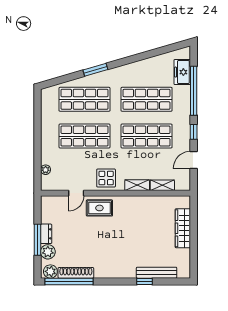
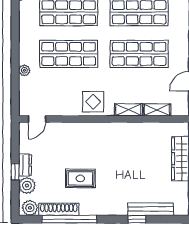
plant: (46, 170) -> (24, 70), moved
door: (76, 193) -> (37, 119), moved
rug: (99, 208) -> (80, 178), moved
window: (37, 240) -> (15, 172), width x0.46
window: (69, 281) -> (69, 219), moved

